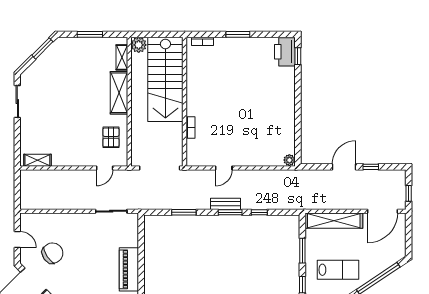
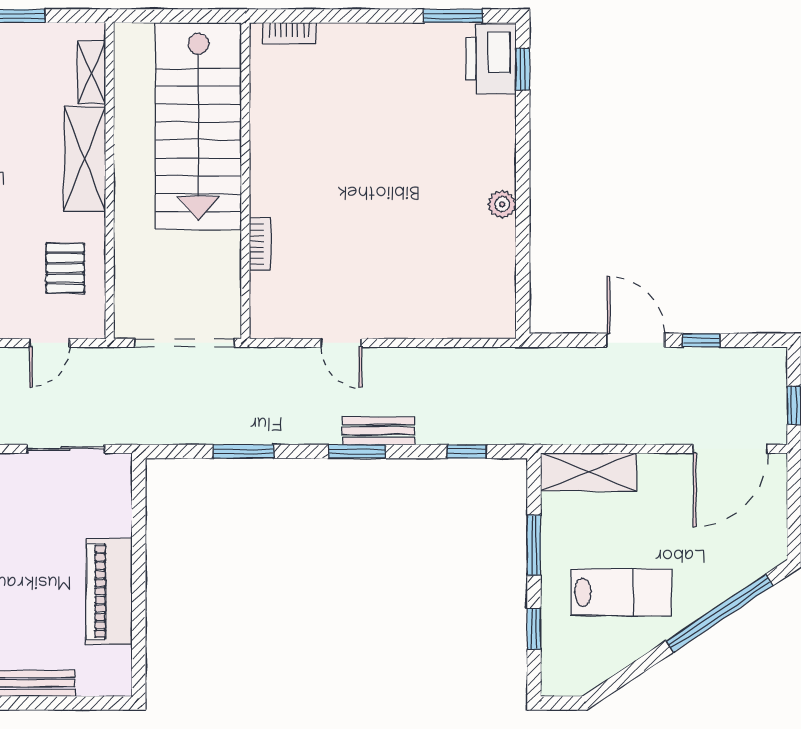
window: (238, 34) -> (453, 16), moved
plant: (139, 45) -> (133, 42), removed
plant: (289, 160) -> (502, 204), moved
door: (344, 167) -> (636, 340), hinge flipped
door: (224, 168) -> (341, 343), hinge flipped
bench: (226, 204) -> (378, 431), moved
window: (259, 212) -> (467, 451), moved
shelving: (334, 221) -> (588, 472), width x0.68

